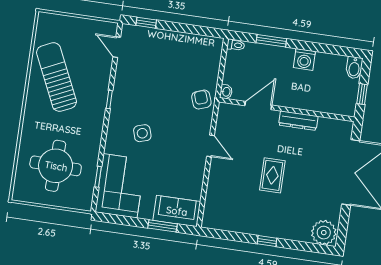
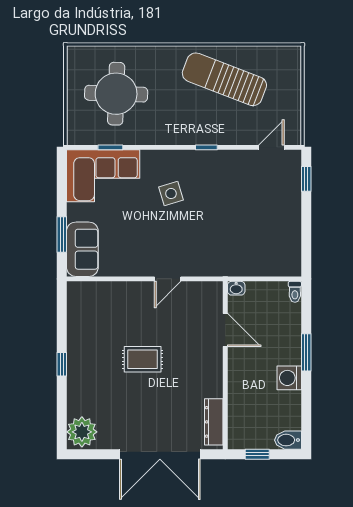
window: (271, 41) -> (306, 352), moved
sun lounger: (57, 77) -> (224, 79), turned -134
armchair: (201, 100) -> (222, 260), removed
dresser: (298, 121) -> (214, 422), moved

